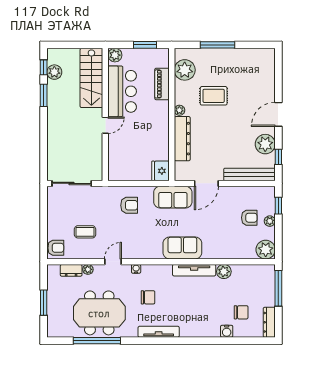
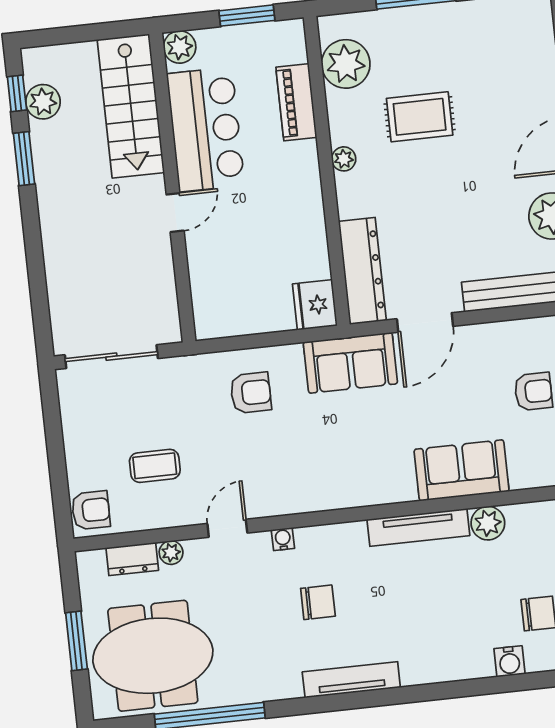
dresser: (182, 139) -> (362, 271), moved
sofa: (182, 248) -> (462, 470), moved
meeting table: (99, 313) -> (153, 656), moved

